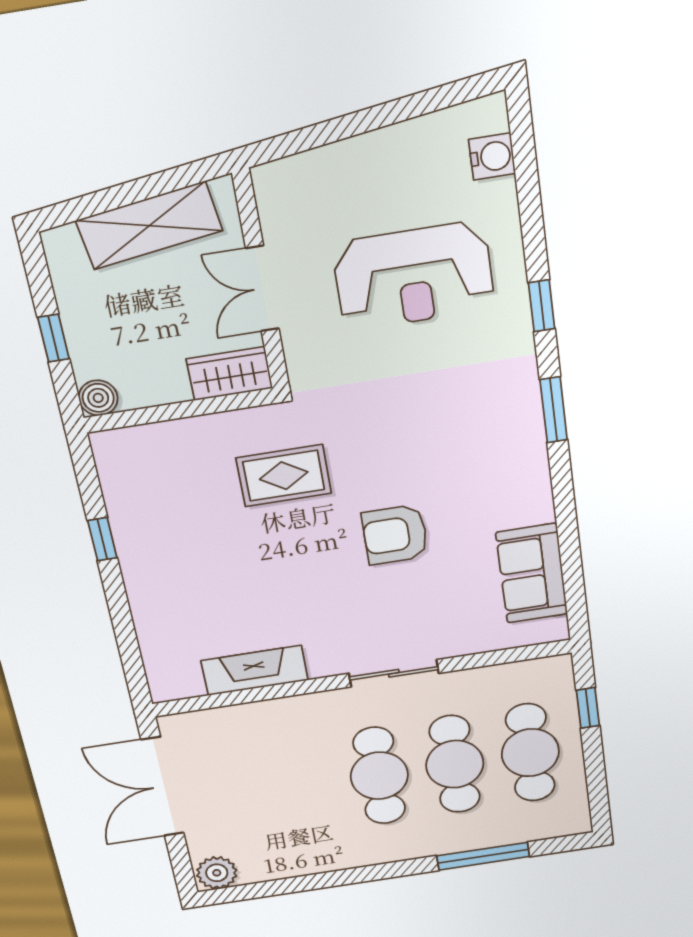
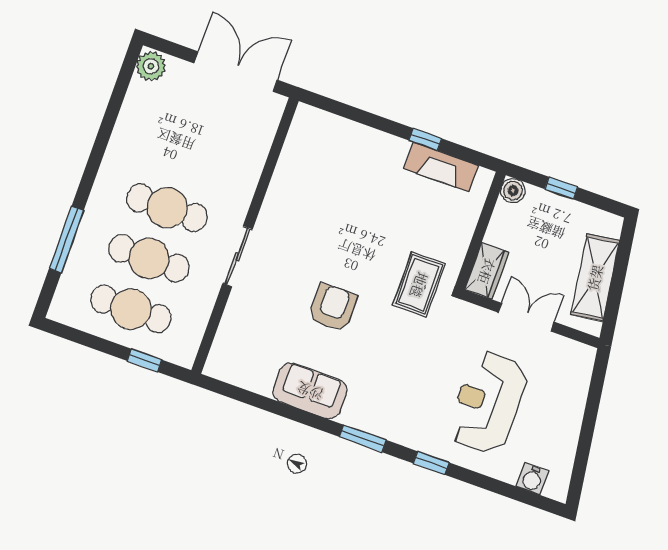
rug: (284, 476) -> (419, 285), moved
sofa: (532, 573) -> (310, 391), moved
fireplace: (255, 670) -> (441, 167), moved, turned 90

